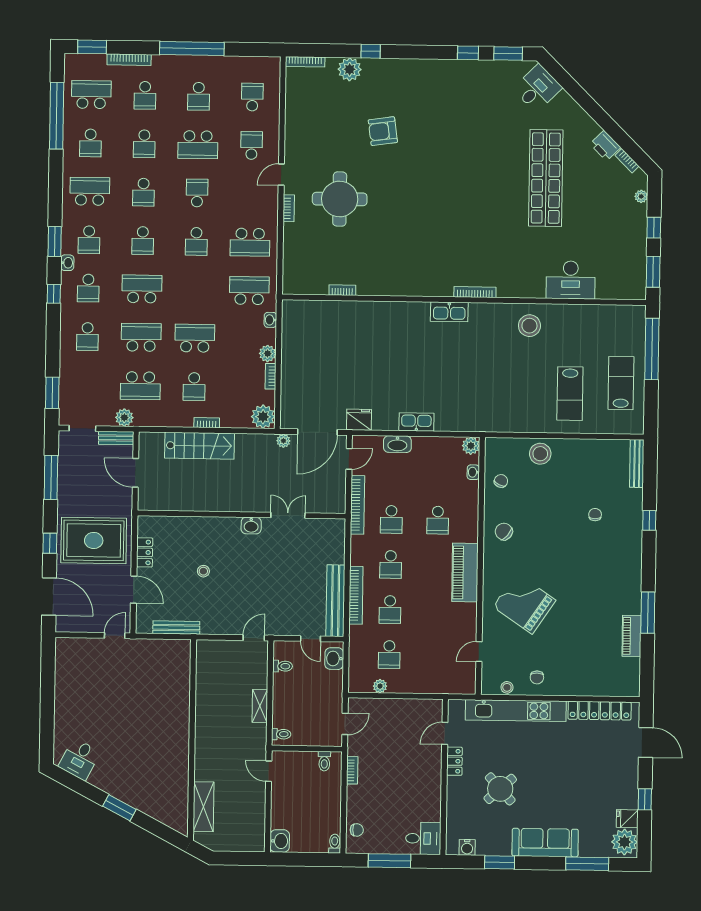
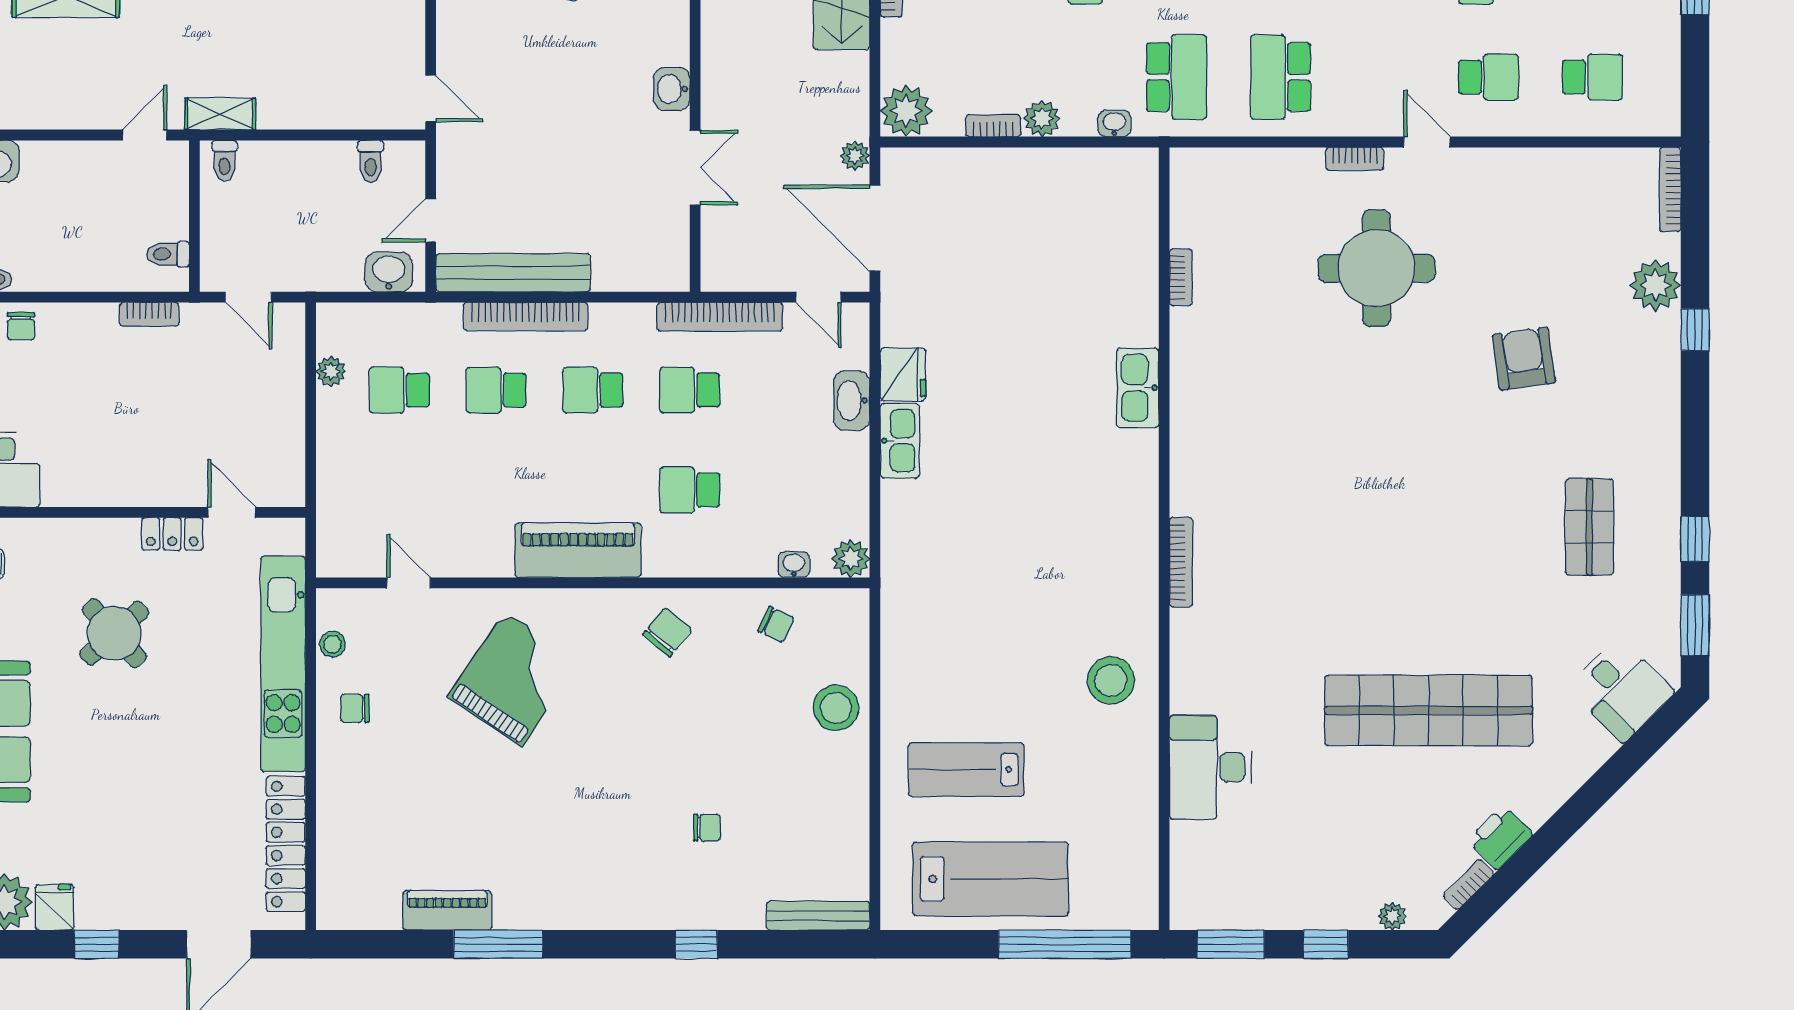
shop shelf: (462, 102) -> (1589, 527), added
kitchen sink: (449, 312) -> (1138, 388), moved
lab bench: (621, 383) -> (990, 879), width x1.36, depth x1.39
fridge: (359, 420) -> (903, 374), moved
shelving: (260, 706) -> (220, 114), moved

